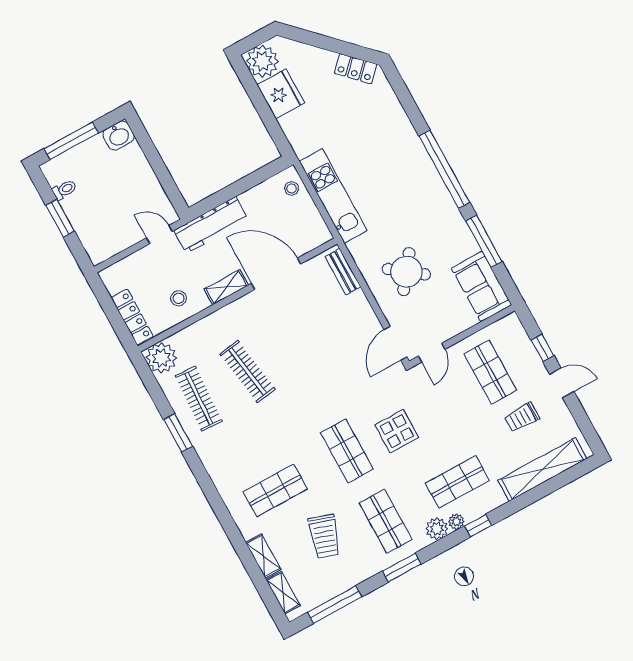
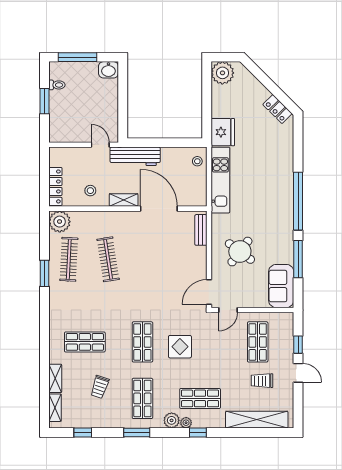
fridge: (281, 94) -> (223, 132), moved
trolley: (325, 536) -> (100, 387), width x0.73, depth x0.72
window: (335, 605) -> (83, 433), width x0.46

